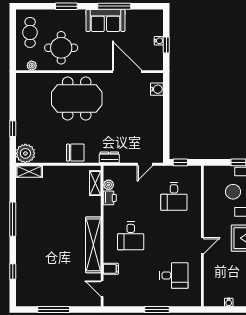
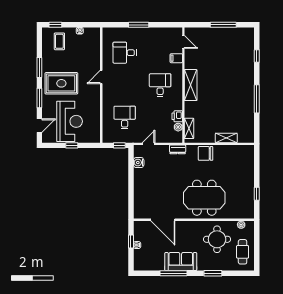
water cooler: (157, 89) -> (139, 163), moved
window: (13, 129) -> (257, 194), moved
plant: (25, 153) -> (246, 153), removed
shelving: (29, 171) -> (226, 138), moved
shelving: (93, 245) -> (191, 85), width x0.68

